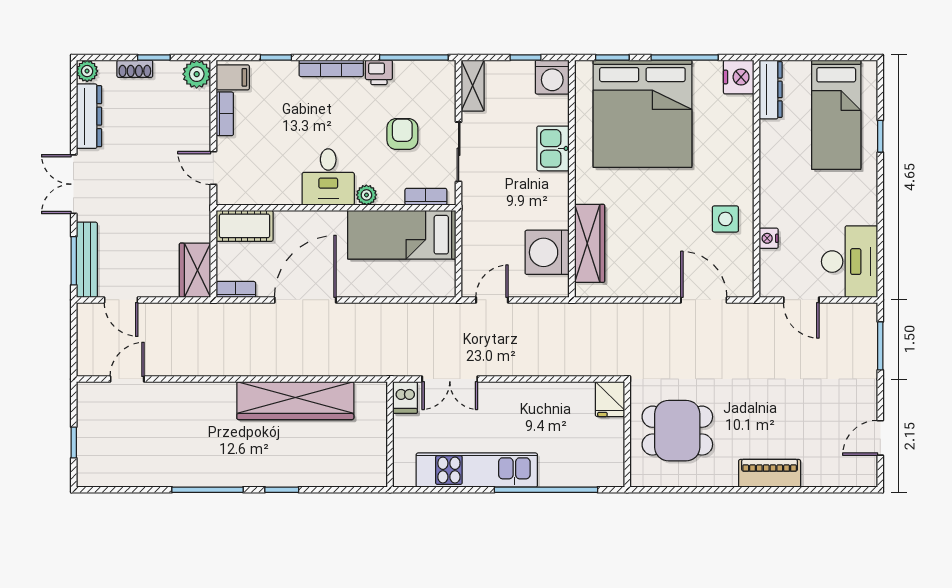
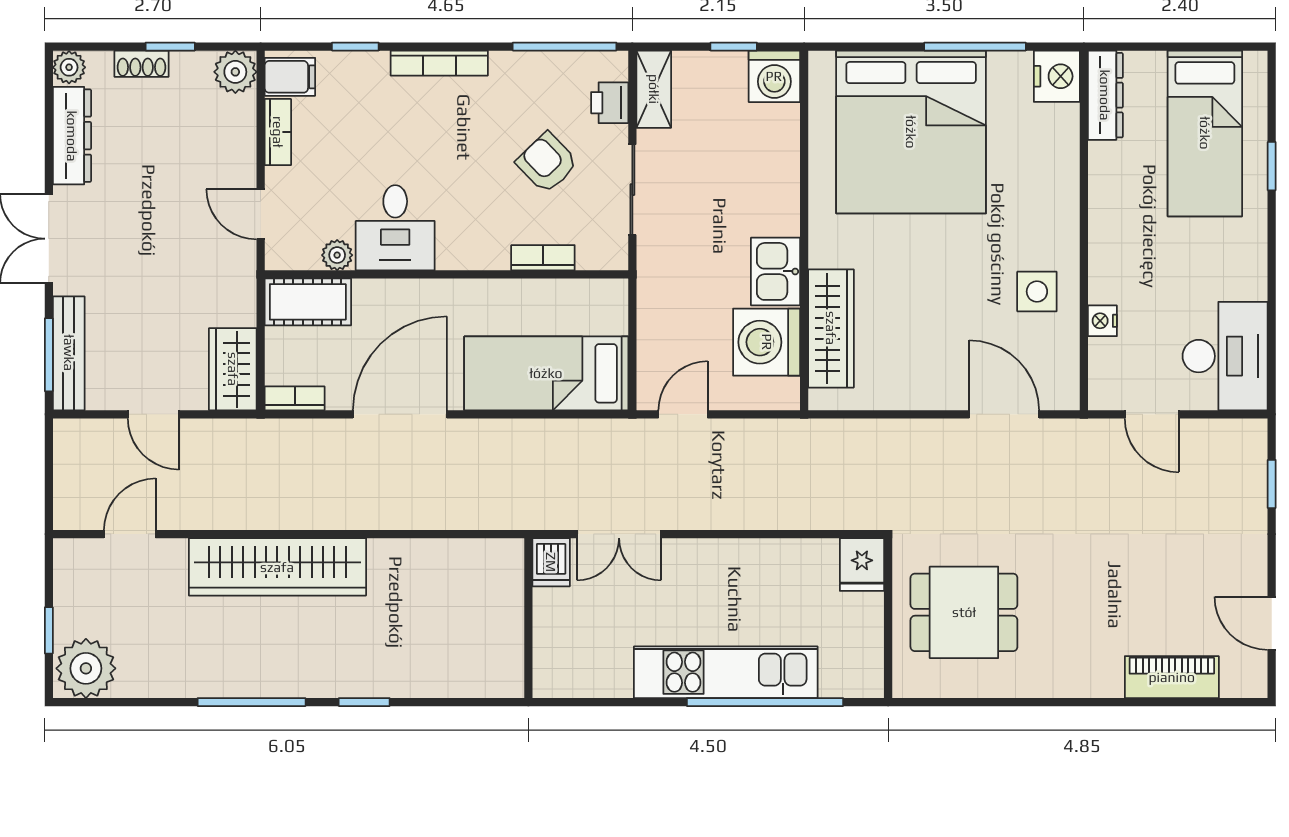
window: (612, 57) -> (866, 47), removed
printer: (379, 72) -> (610, 103), moved, turned 90
armchair: (402, 134) -> (547, 163), turned -44
kitchen sink: (553, 148) -> (776, 271), moved
desk: (328, 177) -> (395, 228), moved
plant: (366, 195) -> (337, 255), moved
bookcase: (426, 197) -> (543, 258), moved
bed: (402, 235) -> (546, 373), moved
door: (121, 300) -> (153, 414), moved
window: (880, 346) -> (1272, 484), width x0.67
wardrobe: (295, 401) -> (277, 567), moved
door: (880, 438) -> (1272, 623), hinge flipped
plant: (98, 468) -> (86, 668), added
kitchen unit: (477, 470) -> (726, 672), moved
piano: (770, 473) -> (1172, 677), moved

